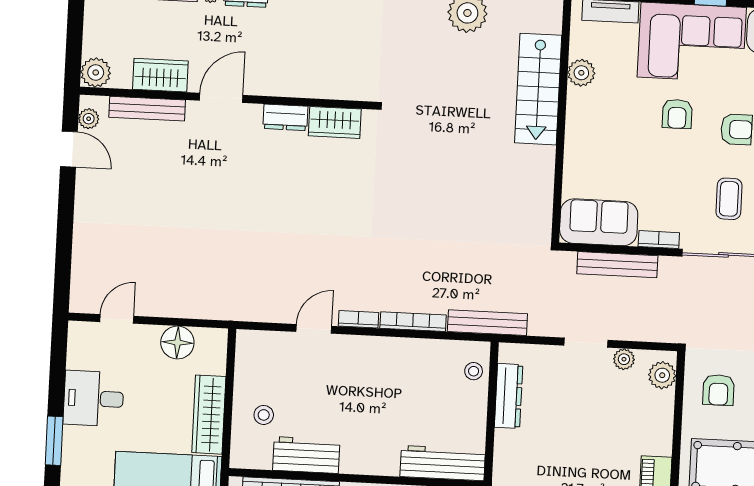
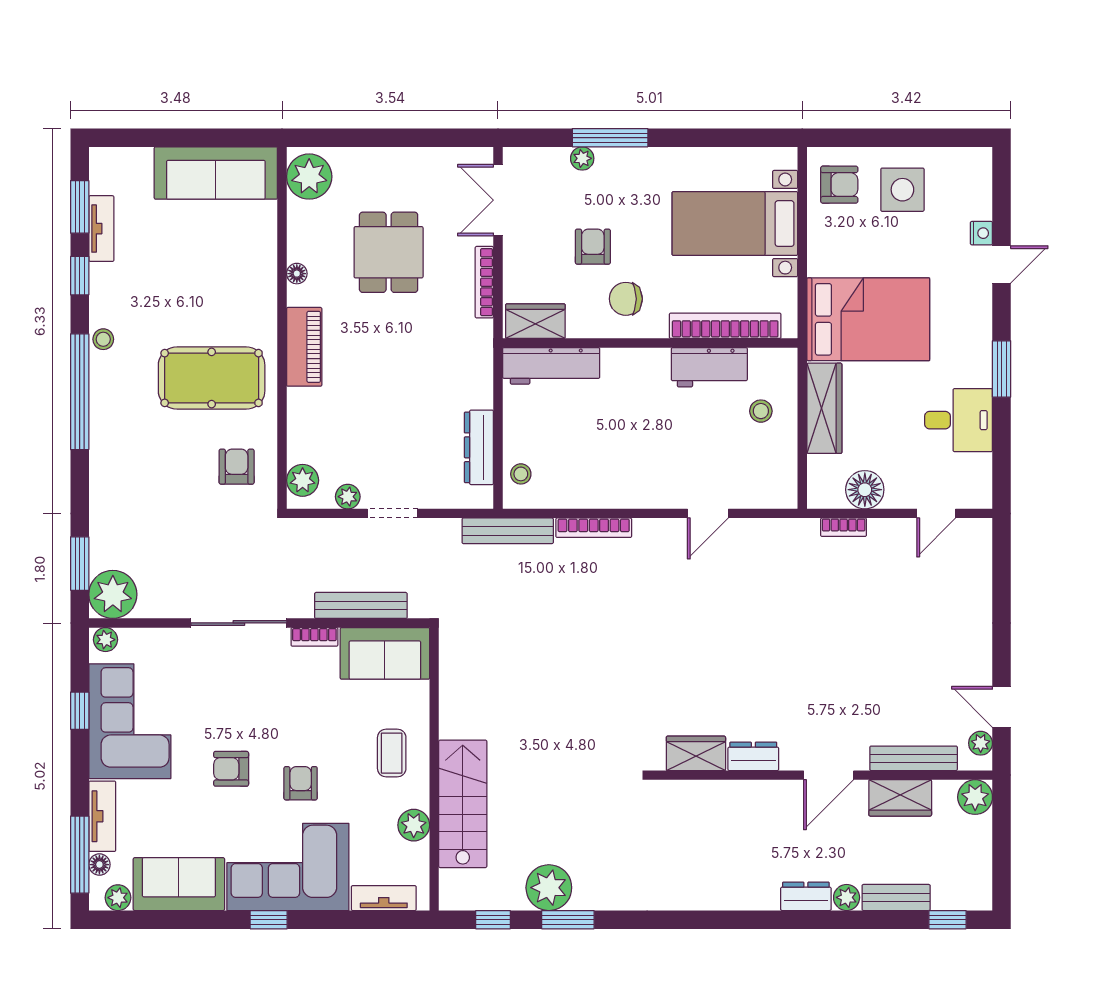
coffee table: (729, 199) -> (392, 753), moved
bookcase: (358, 319) -> (844, 527), moved

